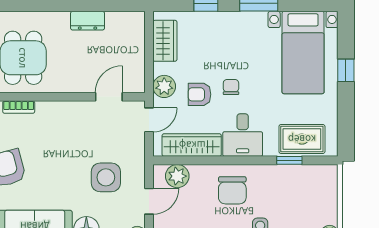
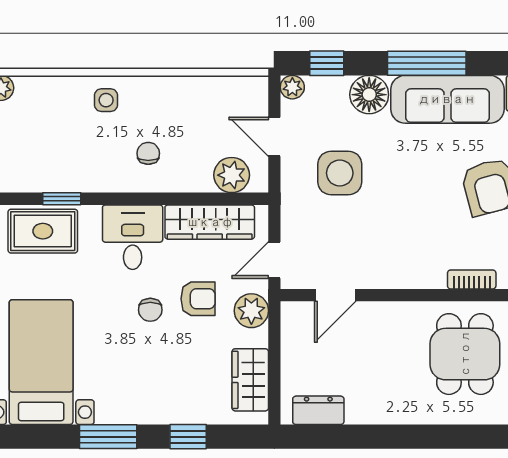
dresser: (88, 21) -> (318, 410), moved
chair: (232, 190) -> (148, 153), width x0.54, depth x0.54
door: (149, 201) -> (274, 137), hinge flipped

